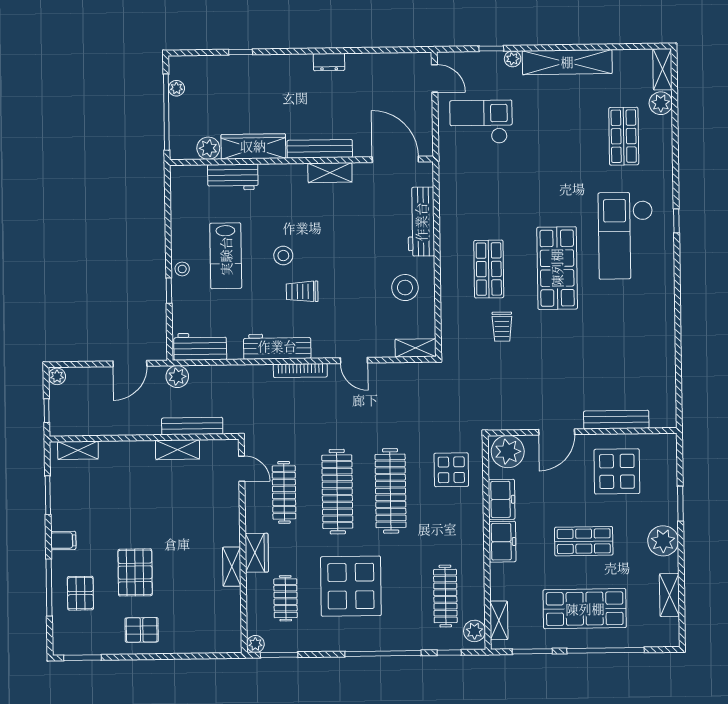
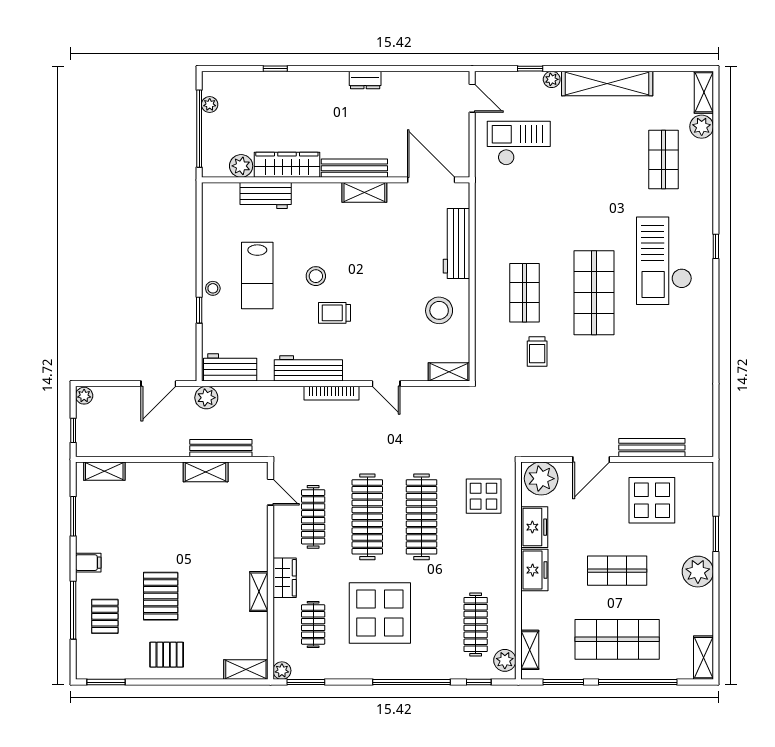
shelving: (669, 595) -> (703, 658), moved
shelving: (220, 644) -> (246, 670), added

